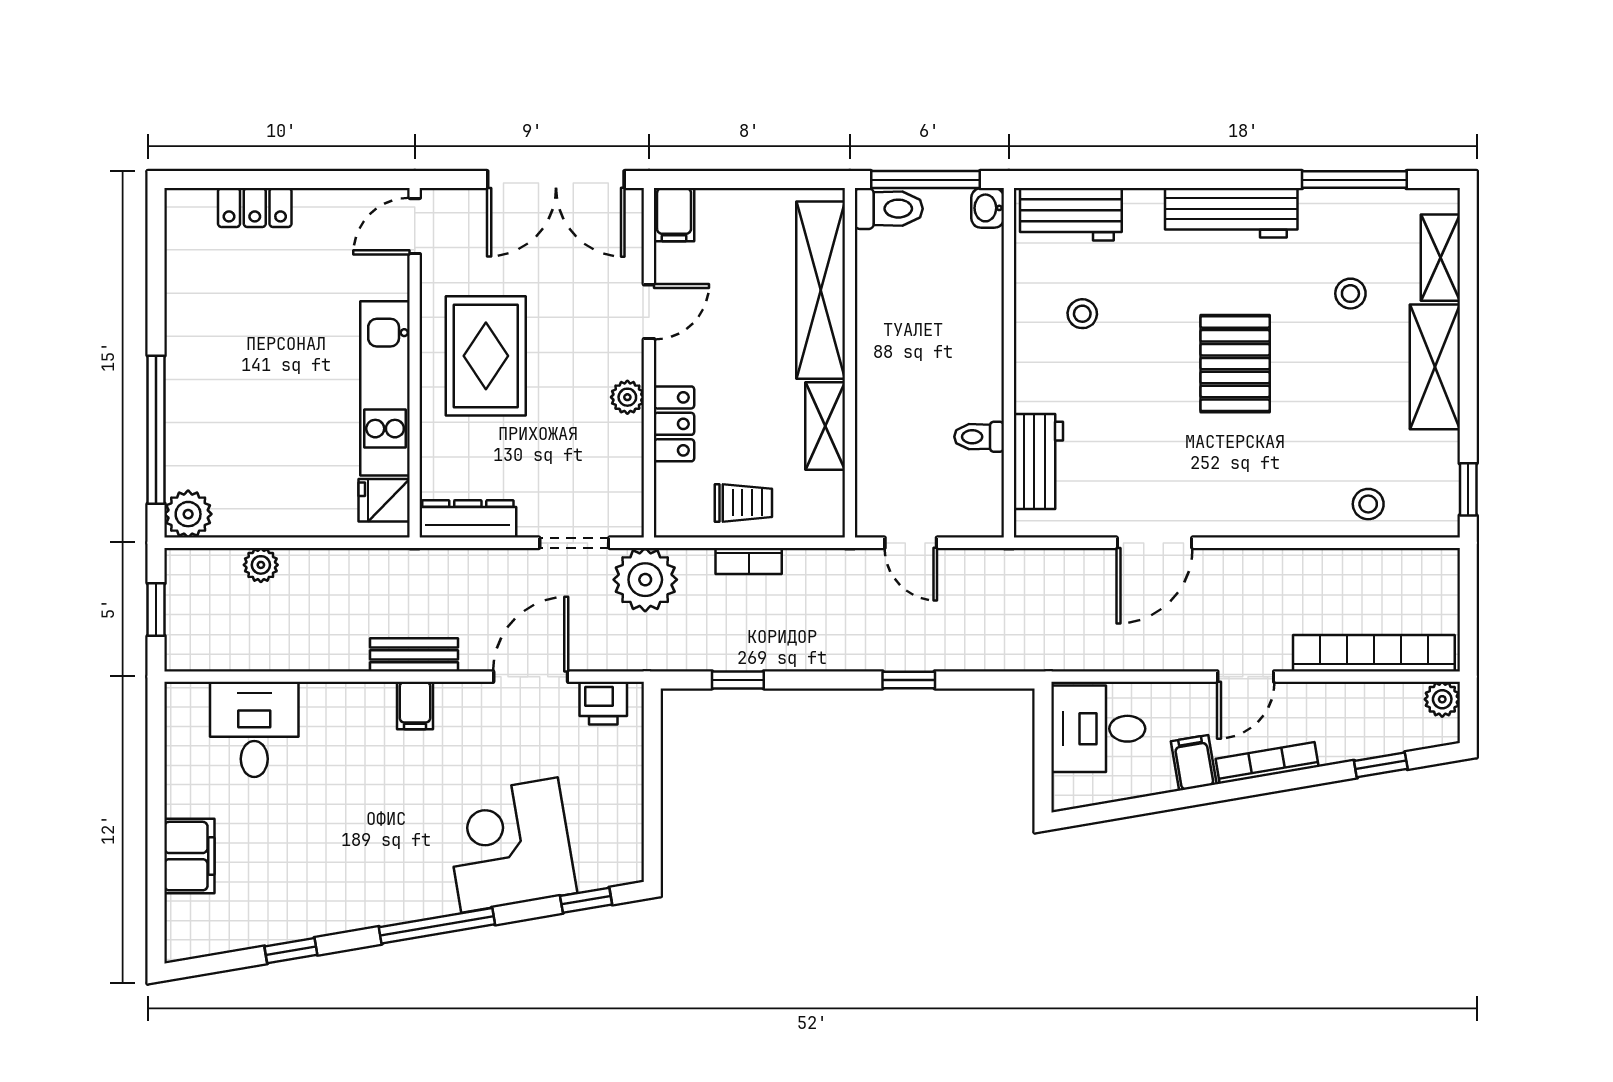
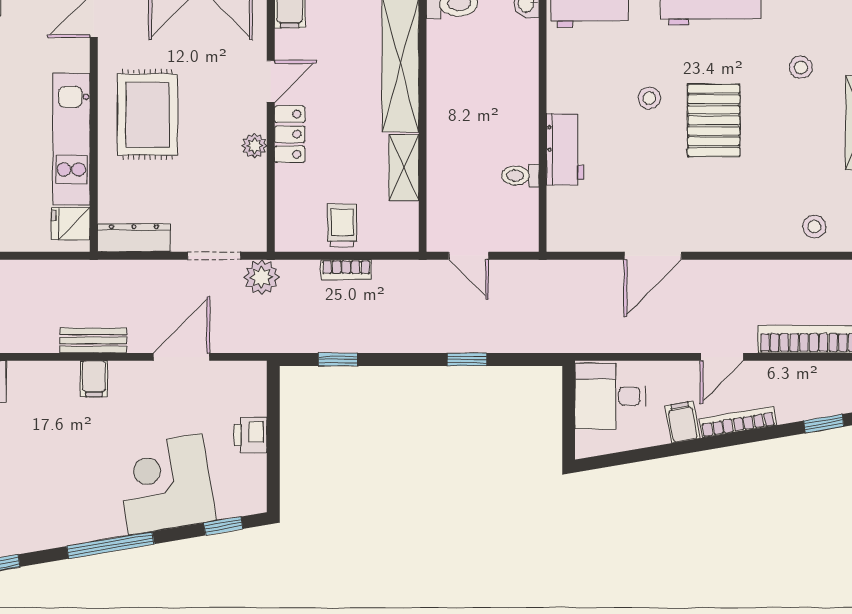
stool: (1082, 314) -> (649, 98), moved
locker: (674, 424) -> (290, 134), moved
workbench: (1038, 461) -> (565, 149), moved
trolley: (743, 503) -> (342, 226), turned -90
plant: (645, 580) -> (262, 277), width x0.73, depth x0.73
printer: (603, 703) -> (251, 435), moved, turned 90

